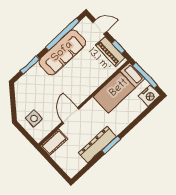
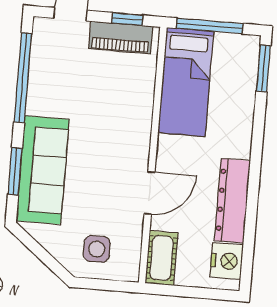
sofa: (62, 52) -> (43, 170), moved
nightstand: (149, 96) -> (227, 261), moved
door: (71, 116) -> (150, 193), swing flipped
window: (111, 145) -> (263, 68), moved

